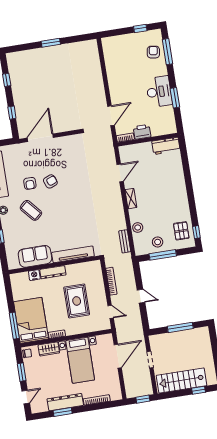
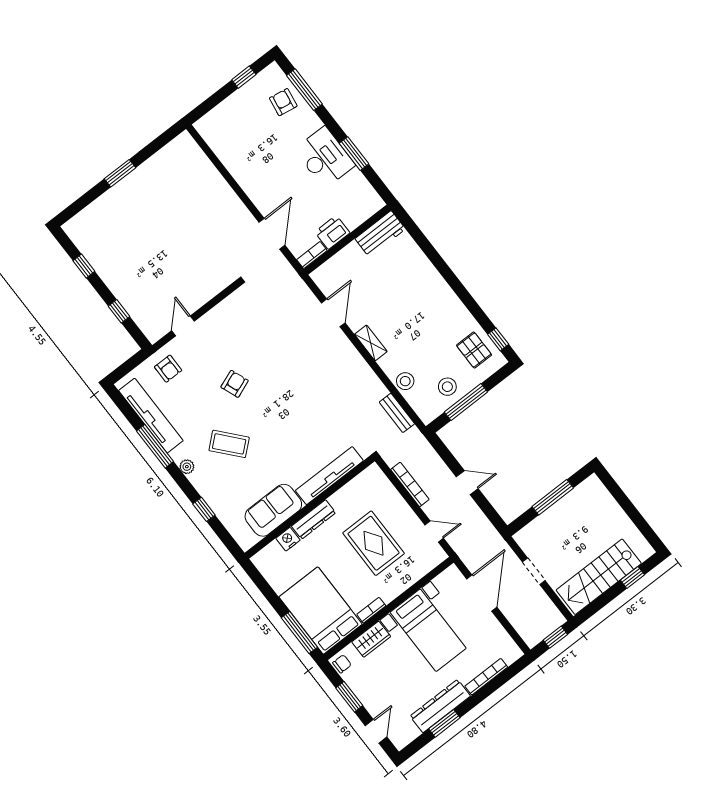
door: (40, 138) -> (183, 326), width x0.53
armchair: (30, 183) -> (168, 369), moved

